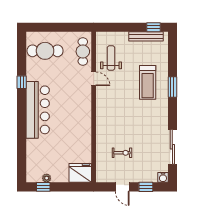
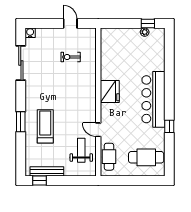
weight bench: (111, 58) -> (81, 150), turned 180
fridge: (80, 173) -> (110, 91), moved, turned -90
window: (146, 187) -> (47, 23), removed

